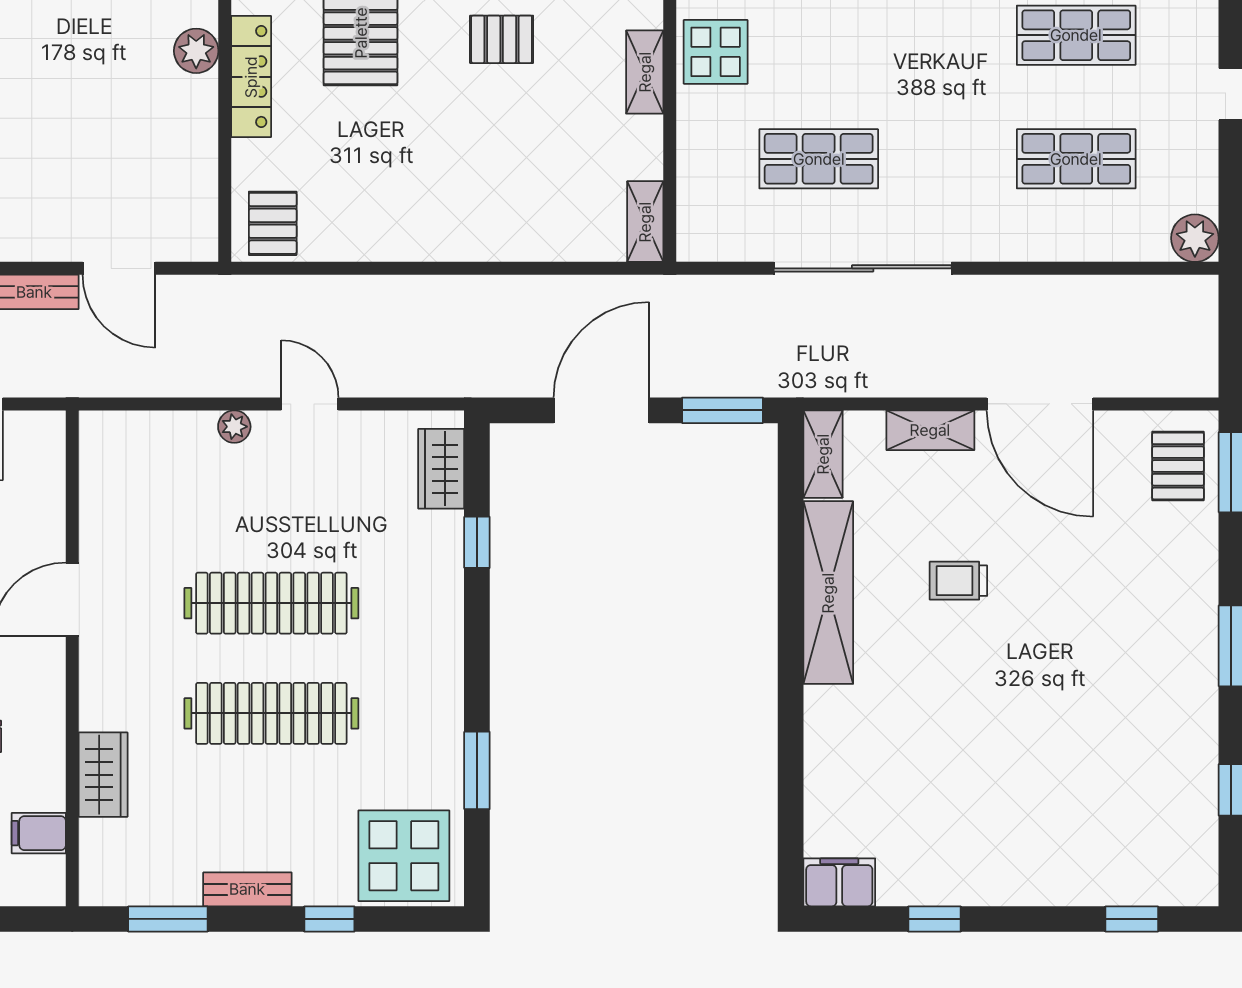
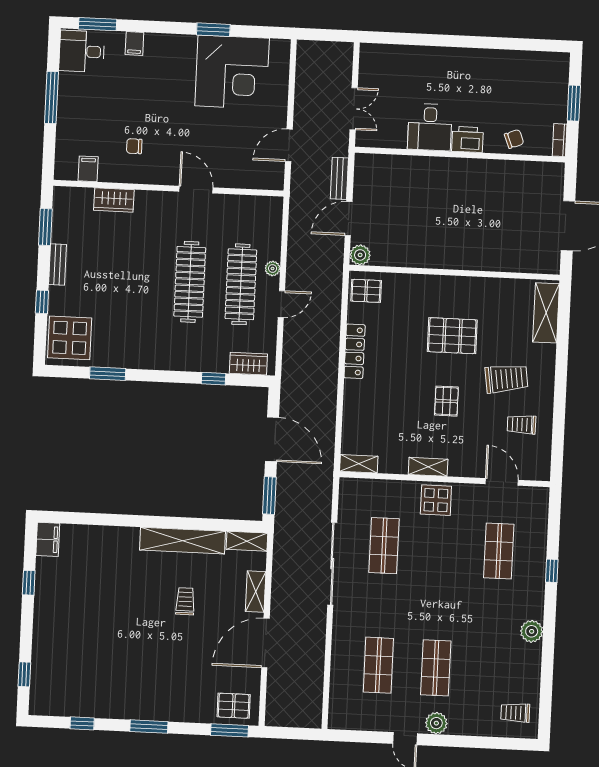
plant: (196, 51) -> (360, 255), moved
locker: (251, 77) -> (355, 351), moved, turned -90
plant: (1195, 238) -> (436, 723), moved
clothes rail: (271, 713) -> (241, 284), moved

